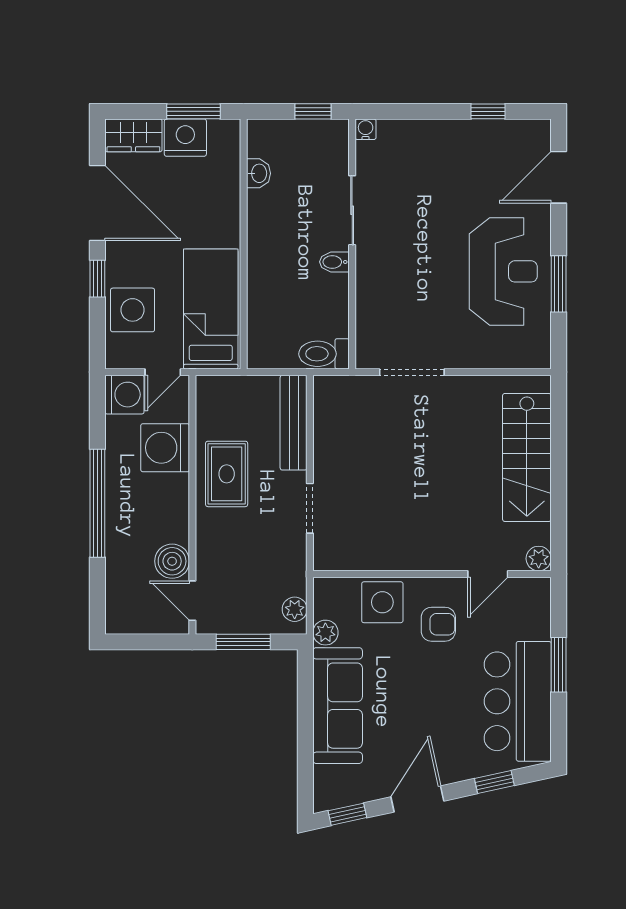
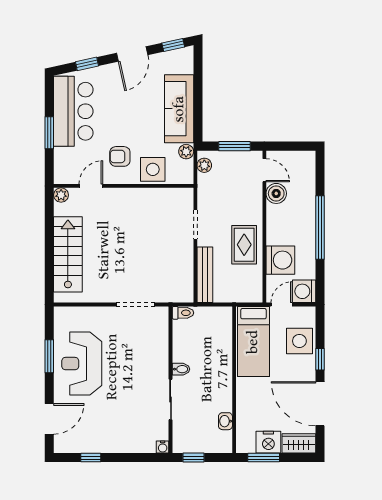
toilet: (324, 354) -> (183, 313), width x0.73, depth x0.72

